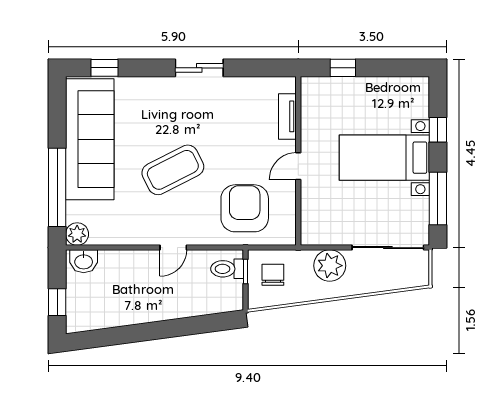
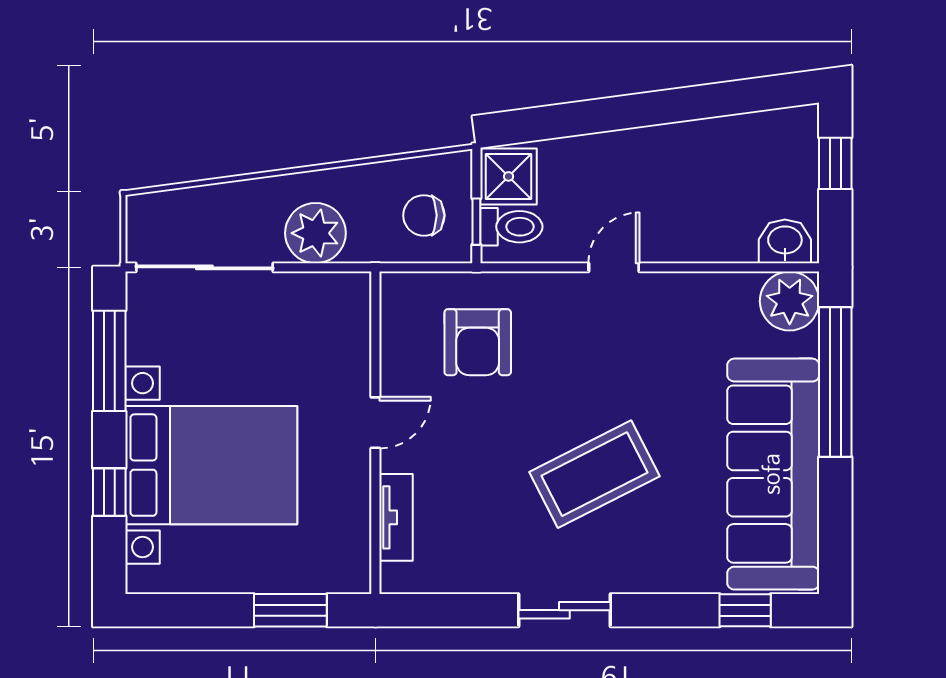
window: (343, 68) -> (290, 610), width x1.50
bed with nightstands: (384, 158) -> (211, 465), width x1.36
coffee table: (173, 170) -> (594, 474), moved
armchair: (245, 208) -> (478, 342), width x0.73, depth x0.73
plant: (77, 234) -> (790, 301), width x1.36, depth x1.36
chair: (273, 275) -> (424, 215), turned 90
shower: (229, 295) -> (509, 176), added

